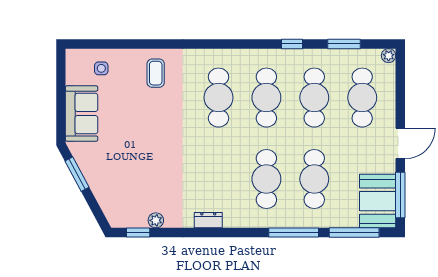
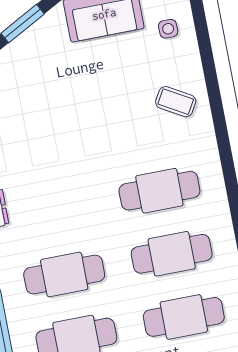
coffee table: (156, 73) -> (176, 102), turned 30

